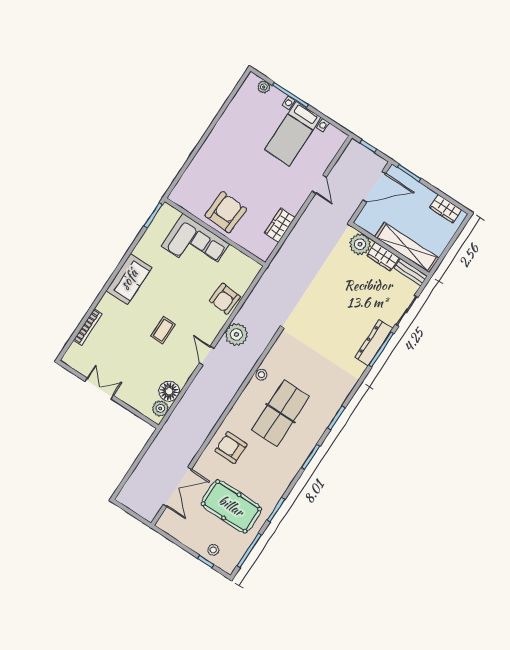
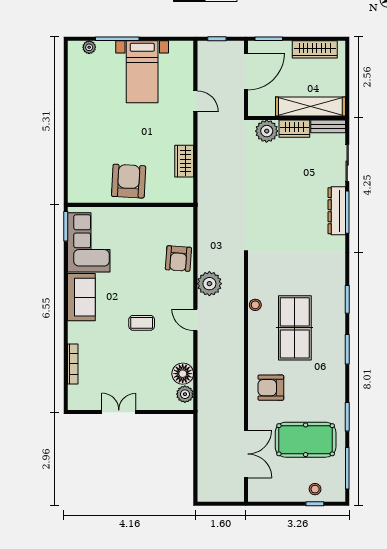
wardrobe: (446, 209) -> (315, 49), width x1.50
corner sofa: (195, 245) -> (89, 242), moved, turned -90
coffee table: (163, 330) -> (142, 323), turned 90

